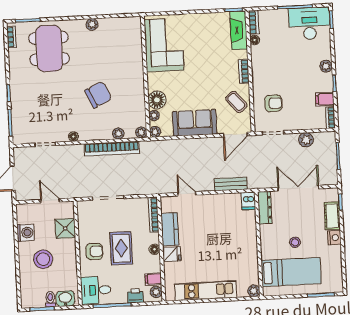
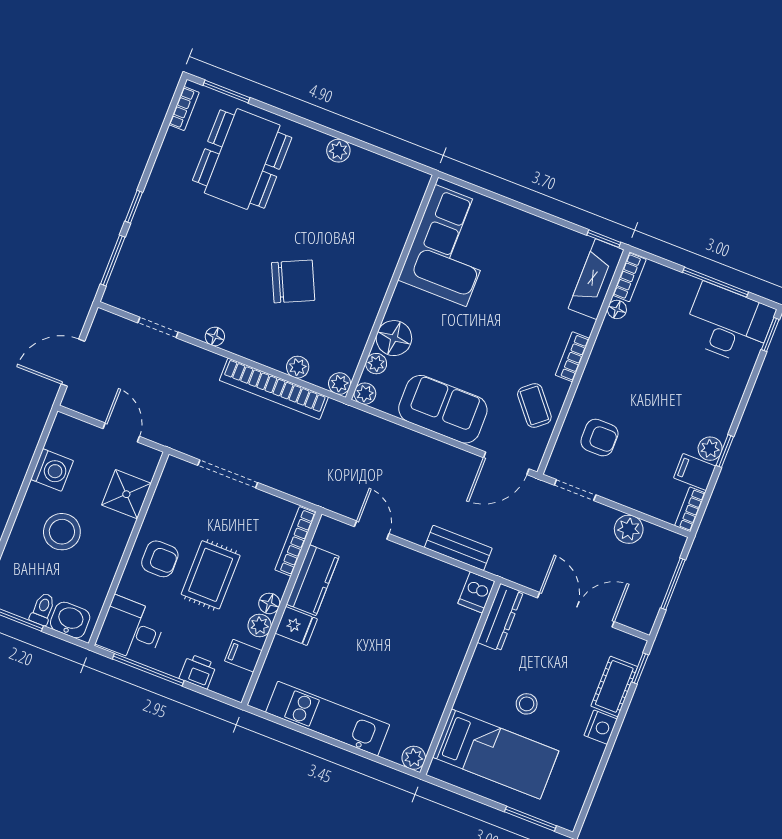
plant: (326, 66) -> (710, 449), moved
plant: (156, 292) -> (260, 625), moved

